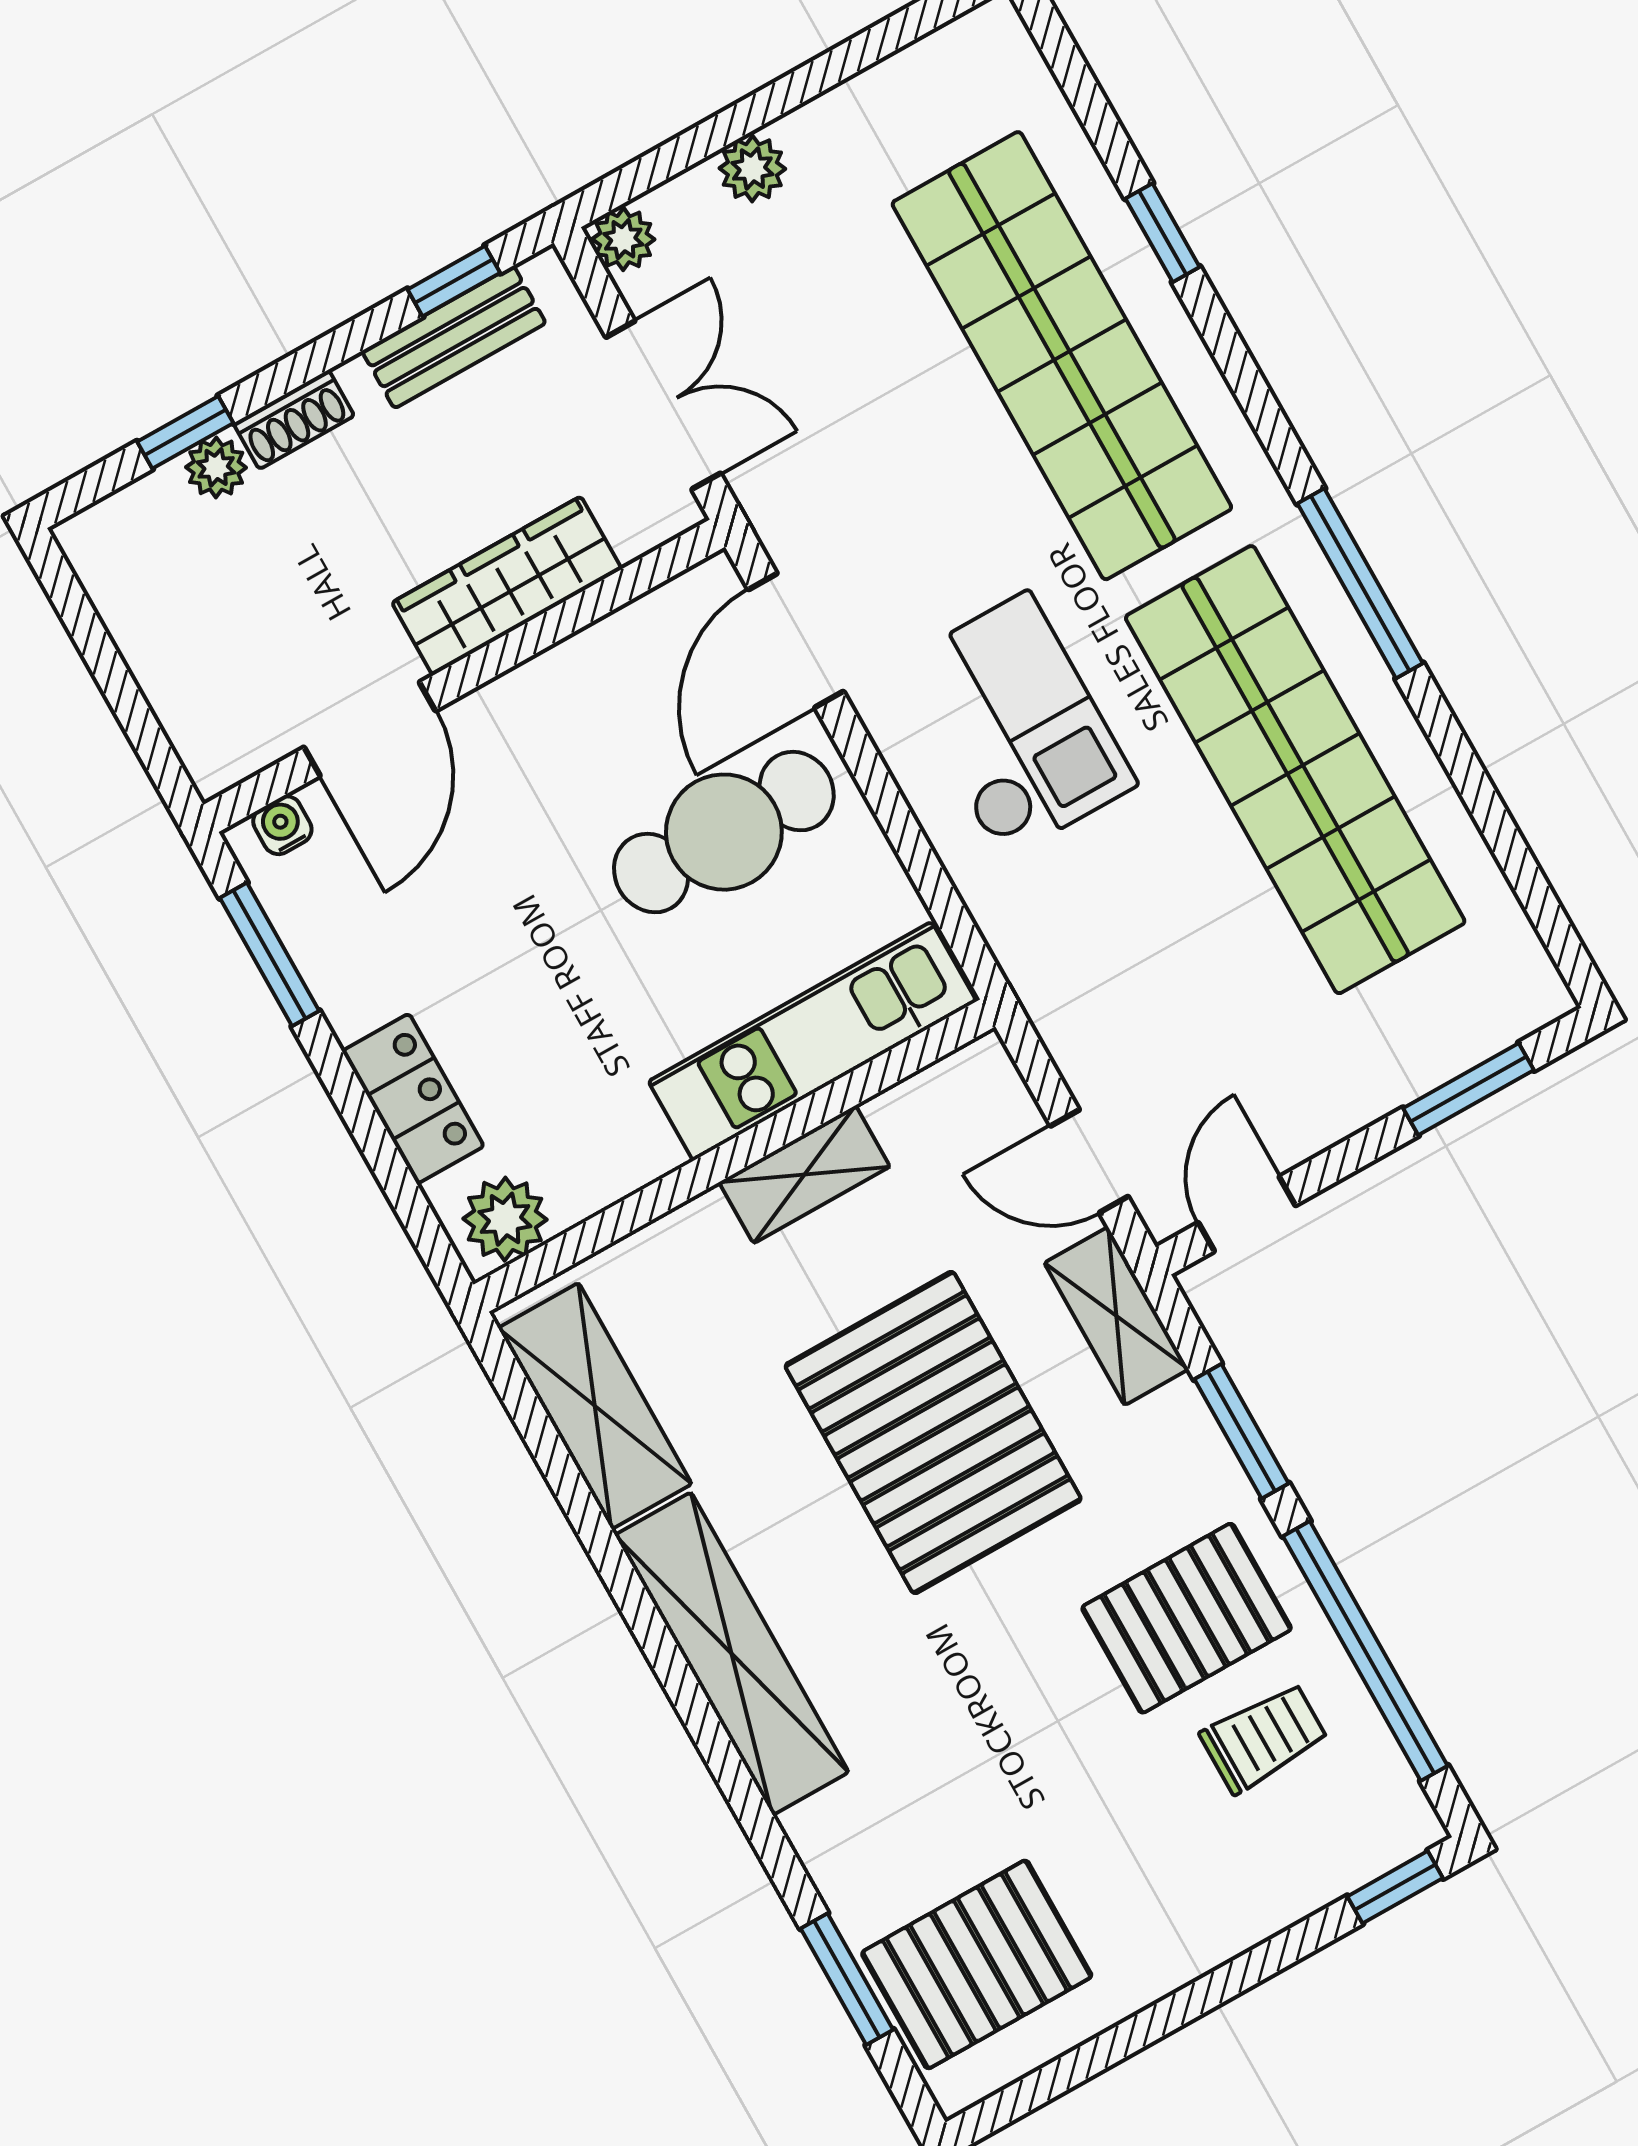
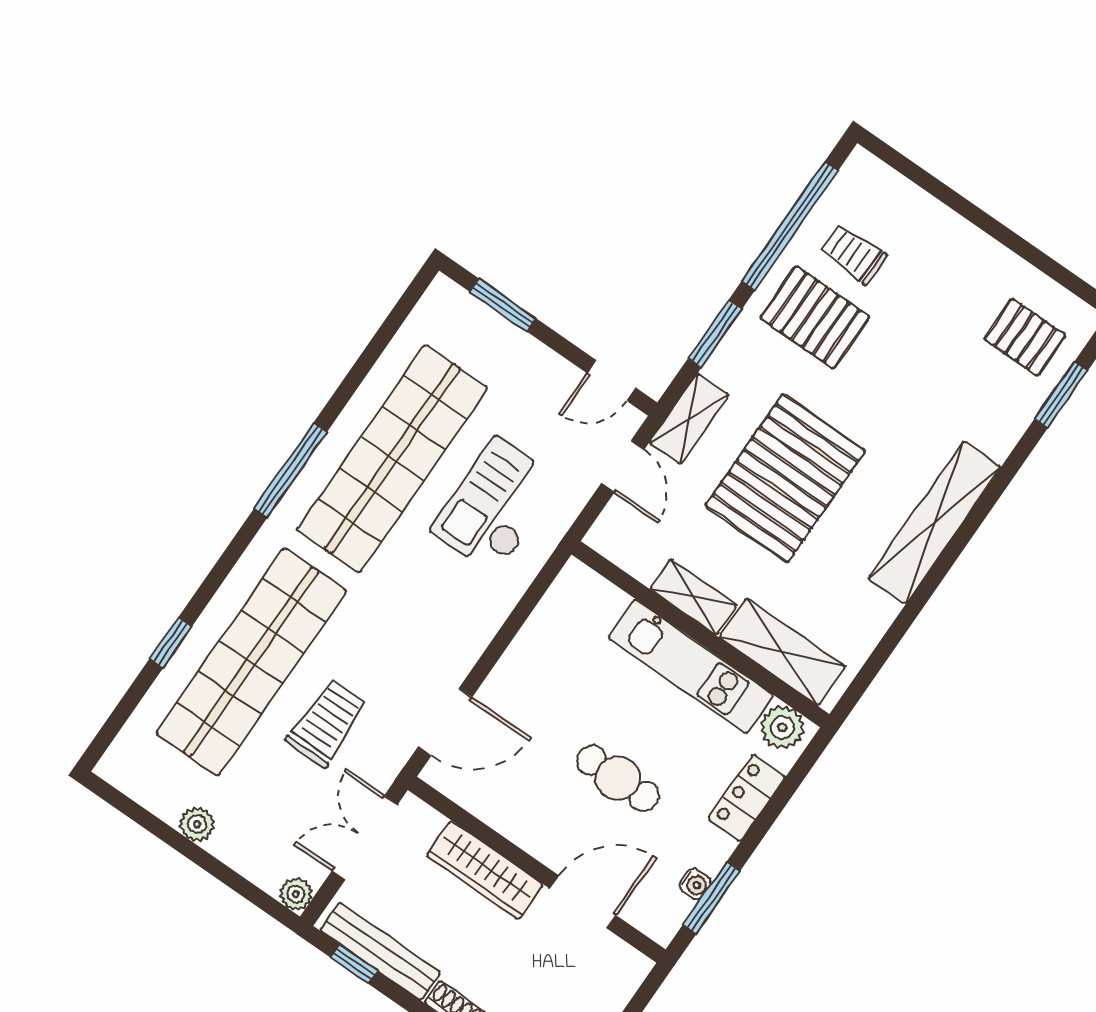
plant: (752, 169) -> (197, 824), moved
bench: (454, 337) -> (380, 951), width x1.36
trolley: (894, 436) -> (327, 723), added
checkout: (1015, 725) -> (496, 506), moved
water cooler: (282, 825) -> (695, 884), moved, turned -90
cafe table: (724, 832) -> (618, 778), moved, width x0.73, depth x0.74
kitchen unit: (812, 1041) -> (691, 667), moved
shelving: (595, 1406) -> (782, 652), moved, turned 90
window: (1395, 1887) -> (894, 159), removed
pallet: (977, 1964) -> (1025, 337), width x0.67, depth x0.71

